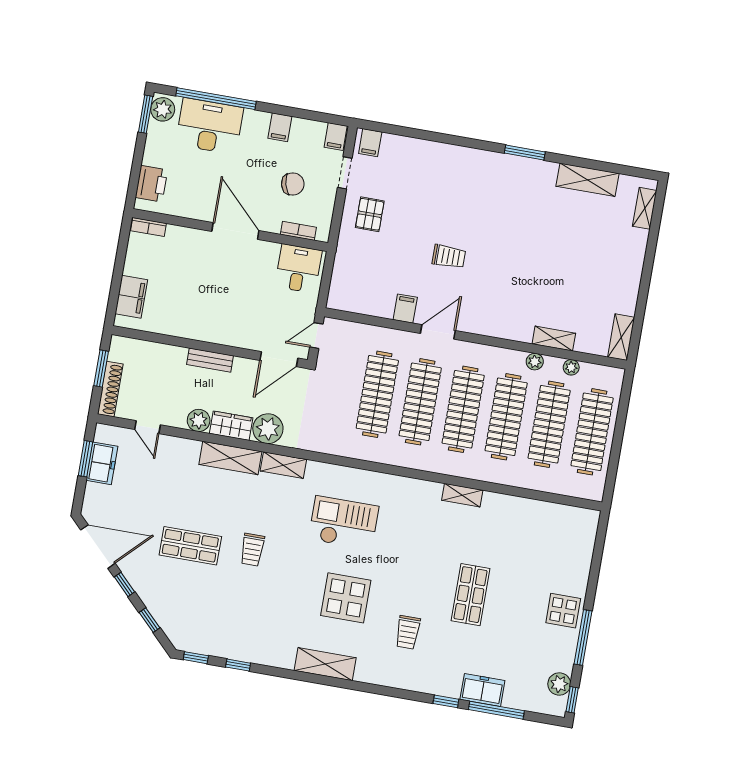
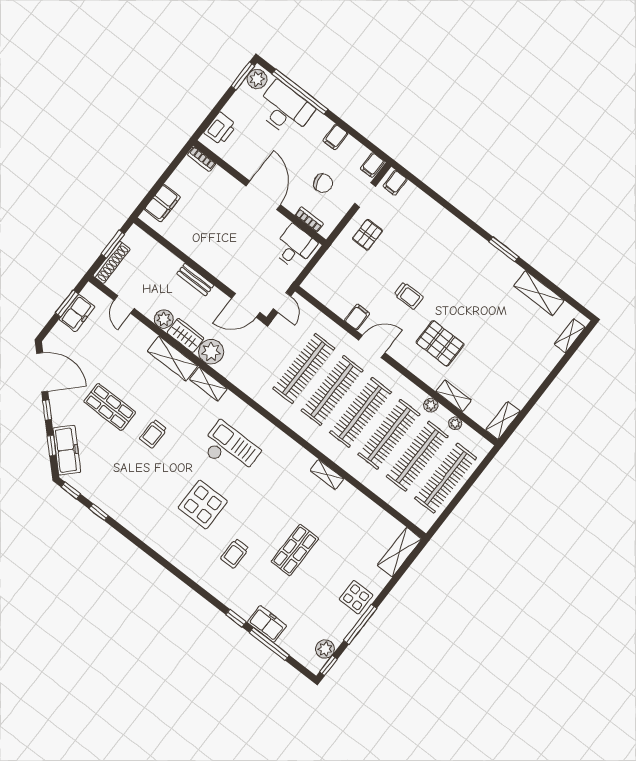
pallet: (510, 290) -> (440, 343), added
door: (316, 336) -> (282, 302), swing flipped
freezer: (169, 617) -> (67, 450), added
shelving: (325, 664) -> (399, 552), moved, turned 90

